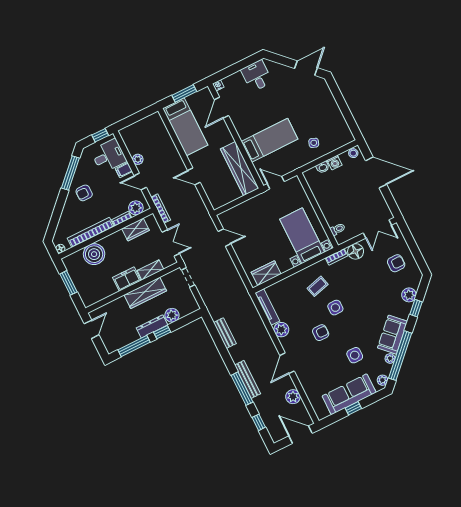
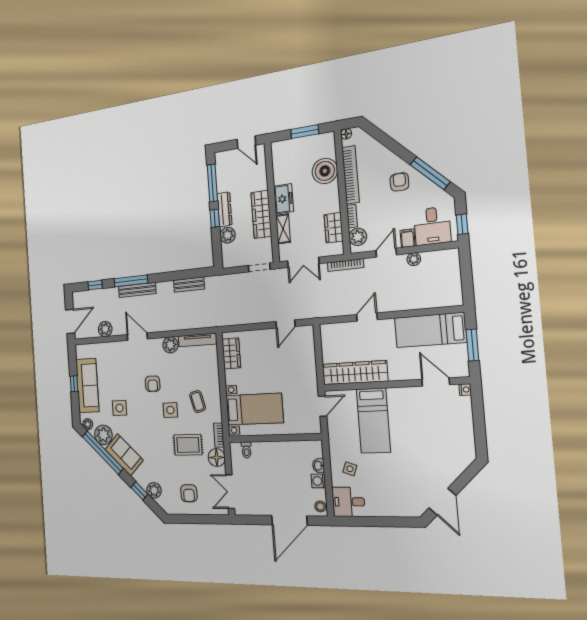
desk: (257, 76) -> (348, 502), moved, turned 180
rug: (357, 280) -> (188, 445), added
plant: (390, 358) -> (103, 435), width x1.88, depth x1.88

